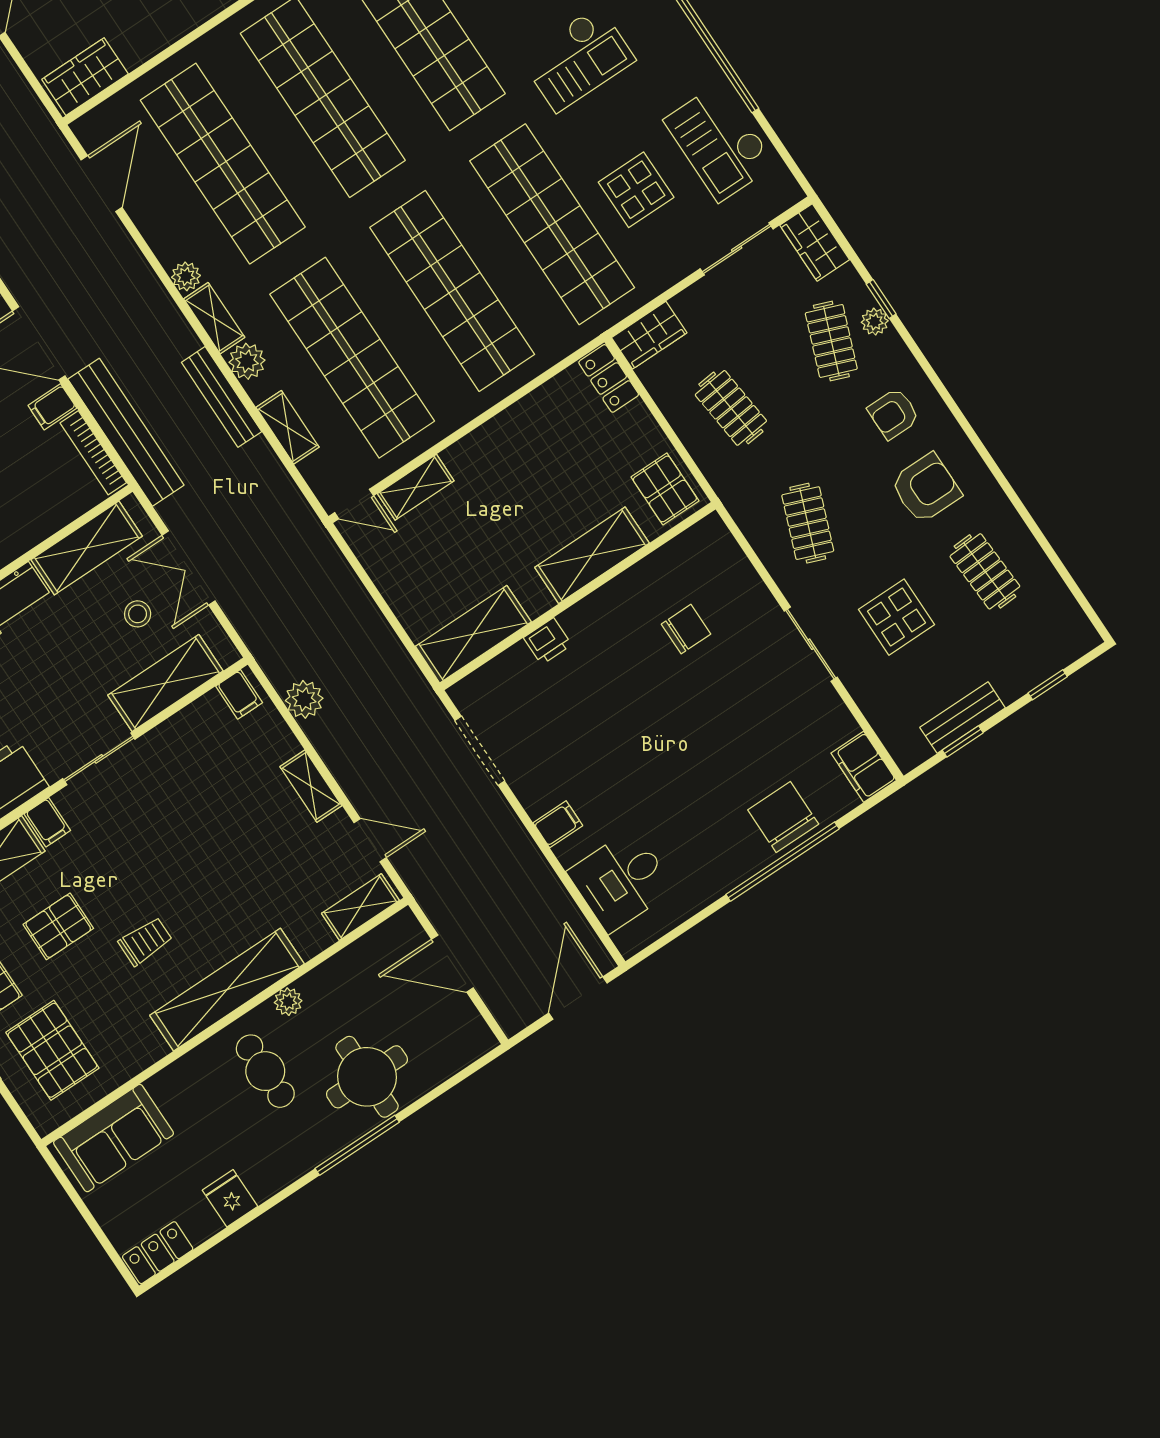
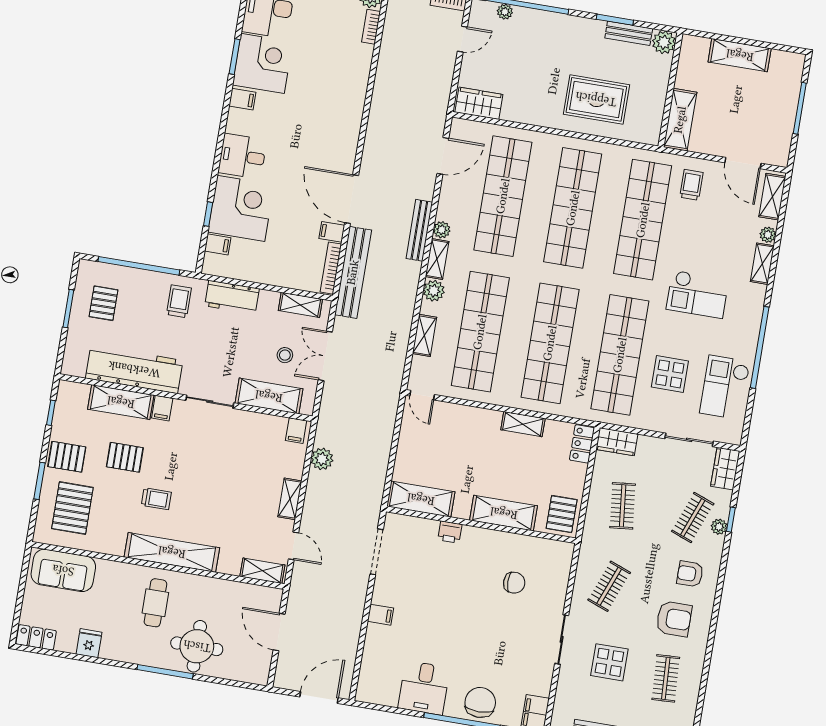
bench: (222, 397) -> (419, 230), moved
shelving: (416, 487) -> (523, 424), moved
shelving: (87, 548) -> (300, 305), width x0.67, depth x0.75
desk: (621, 881) -> (424, 688), moved, turned -90
plant: (288, 1002) -> (193, 582), removed

